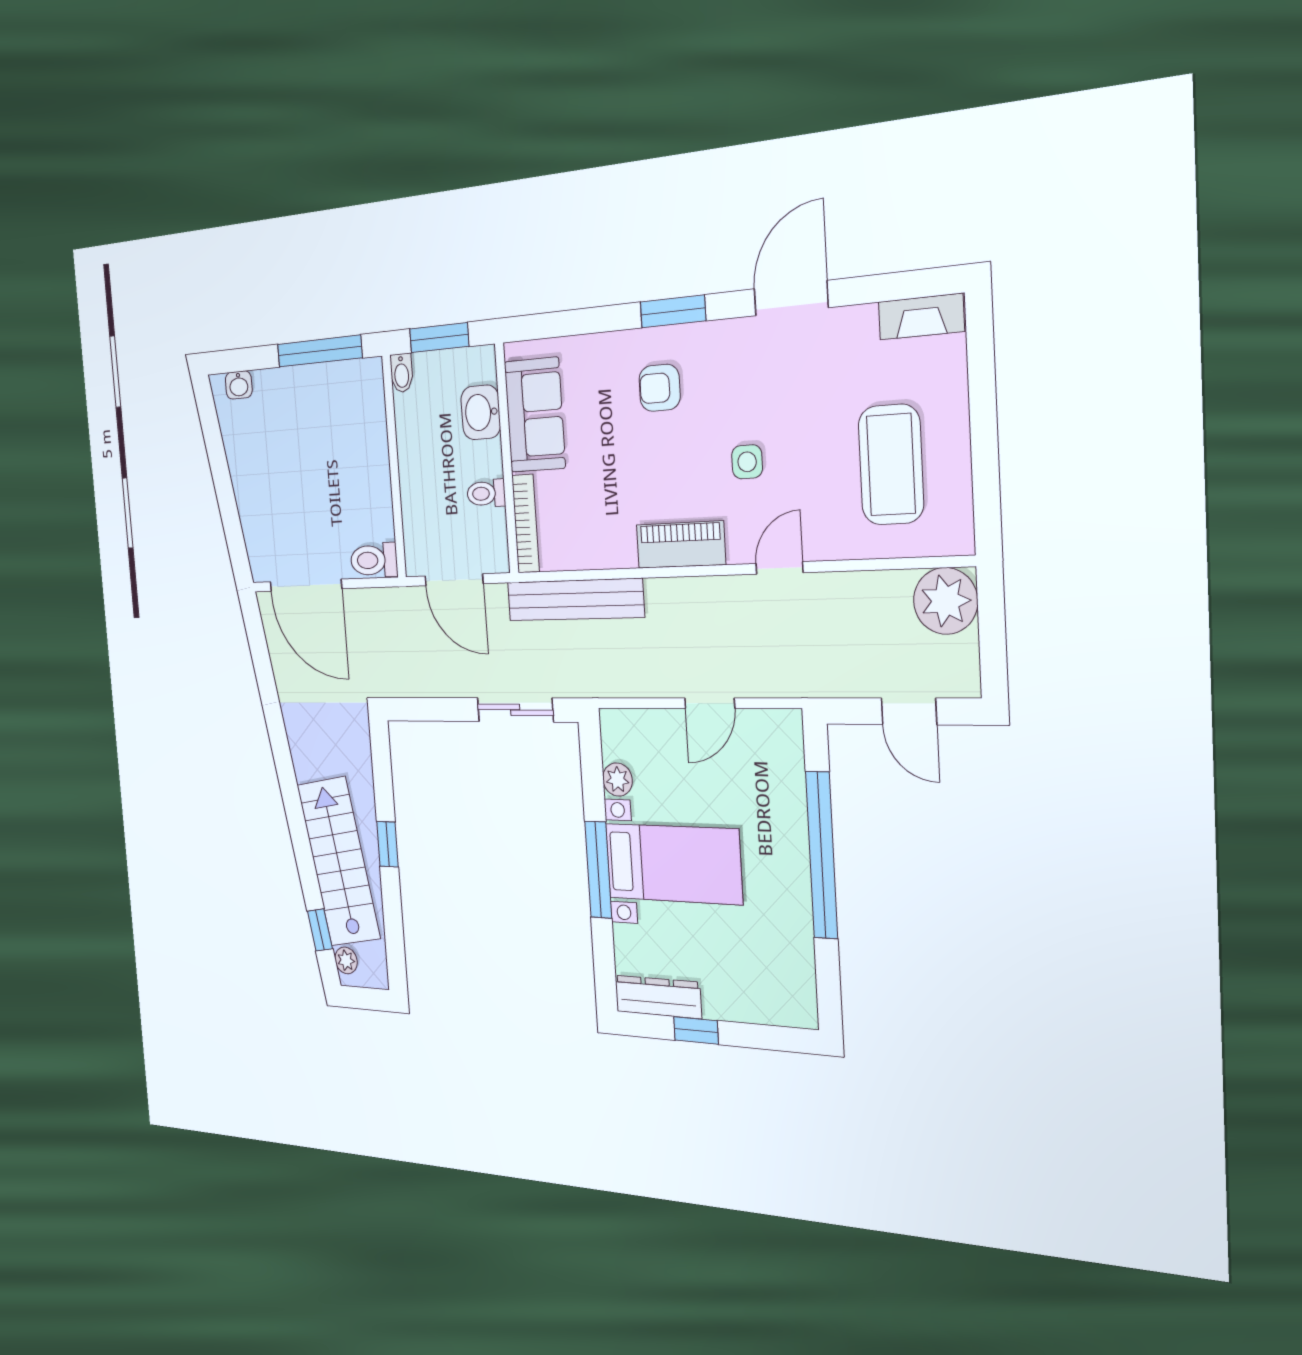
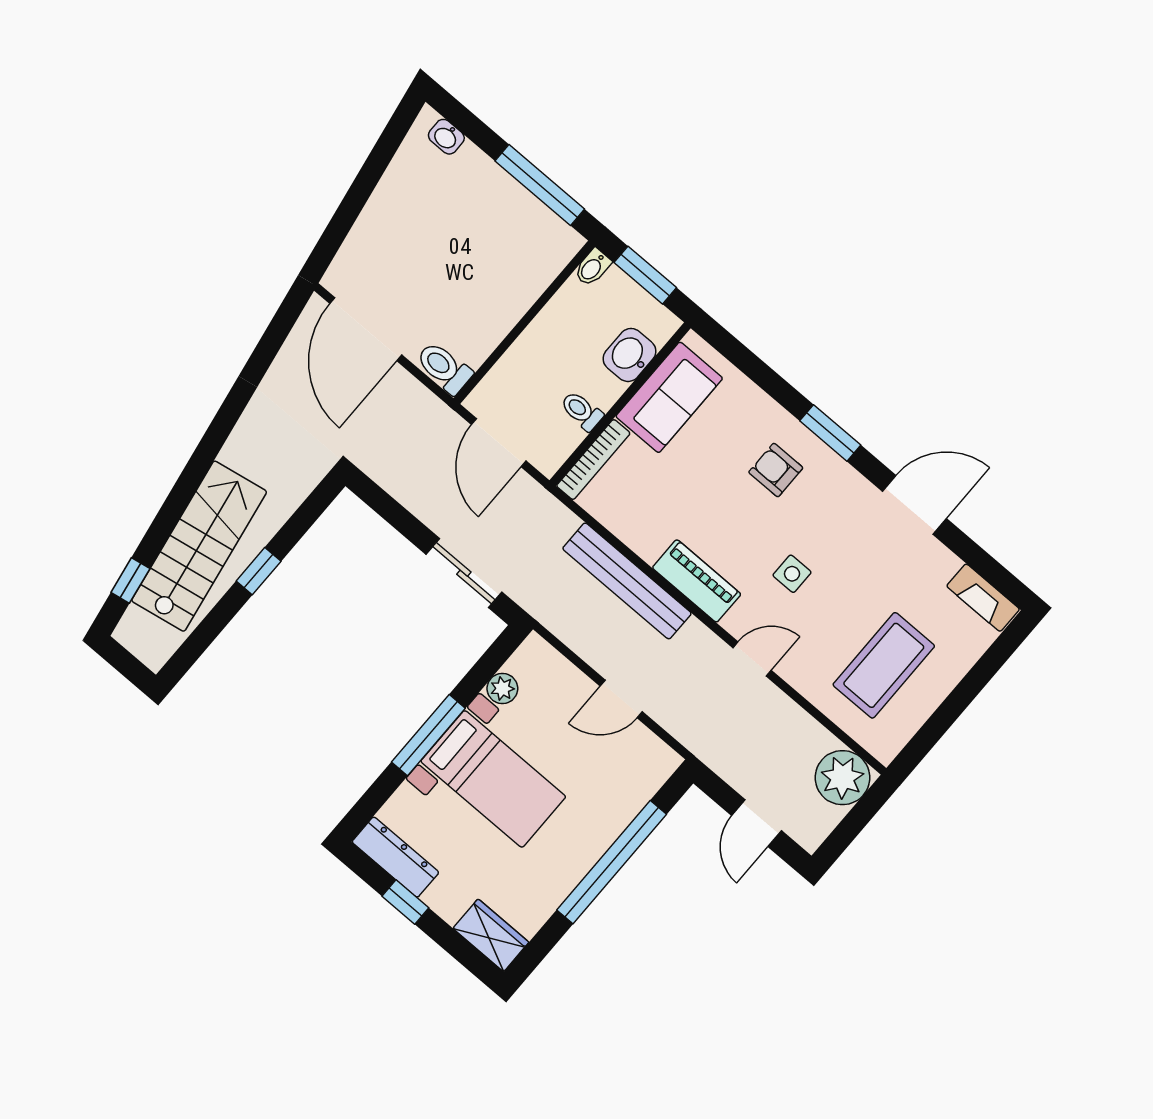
bench: (575, 600) -> (627, 581), moved
plant: (346, 960) -> (134, 622), removed
wardrobe: (782, 1005) -> (491, 935), added

